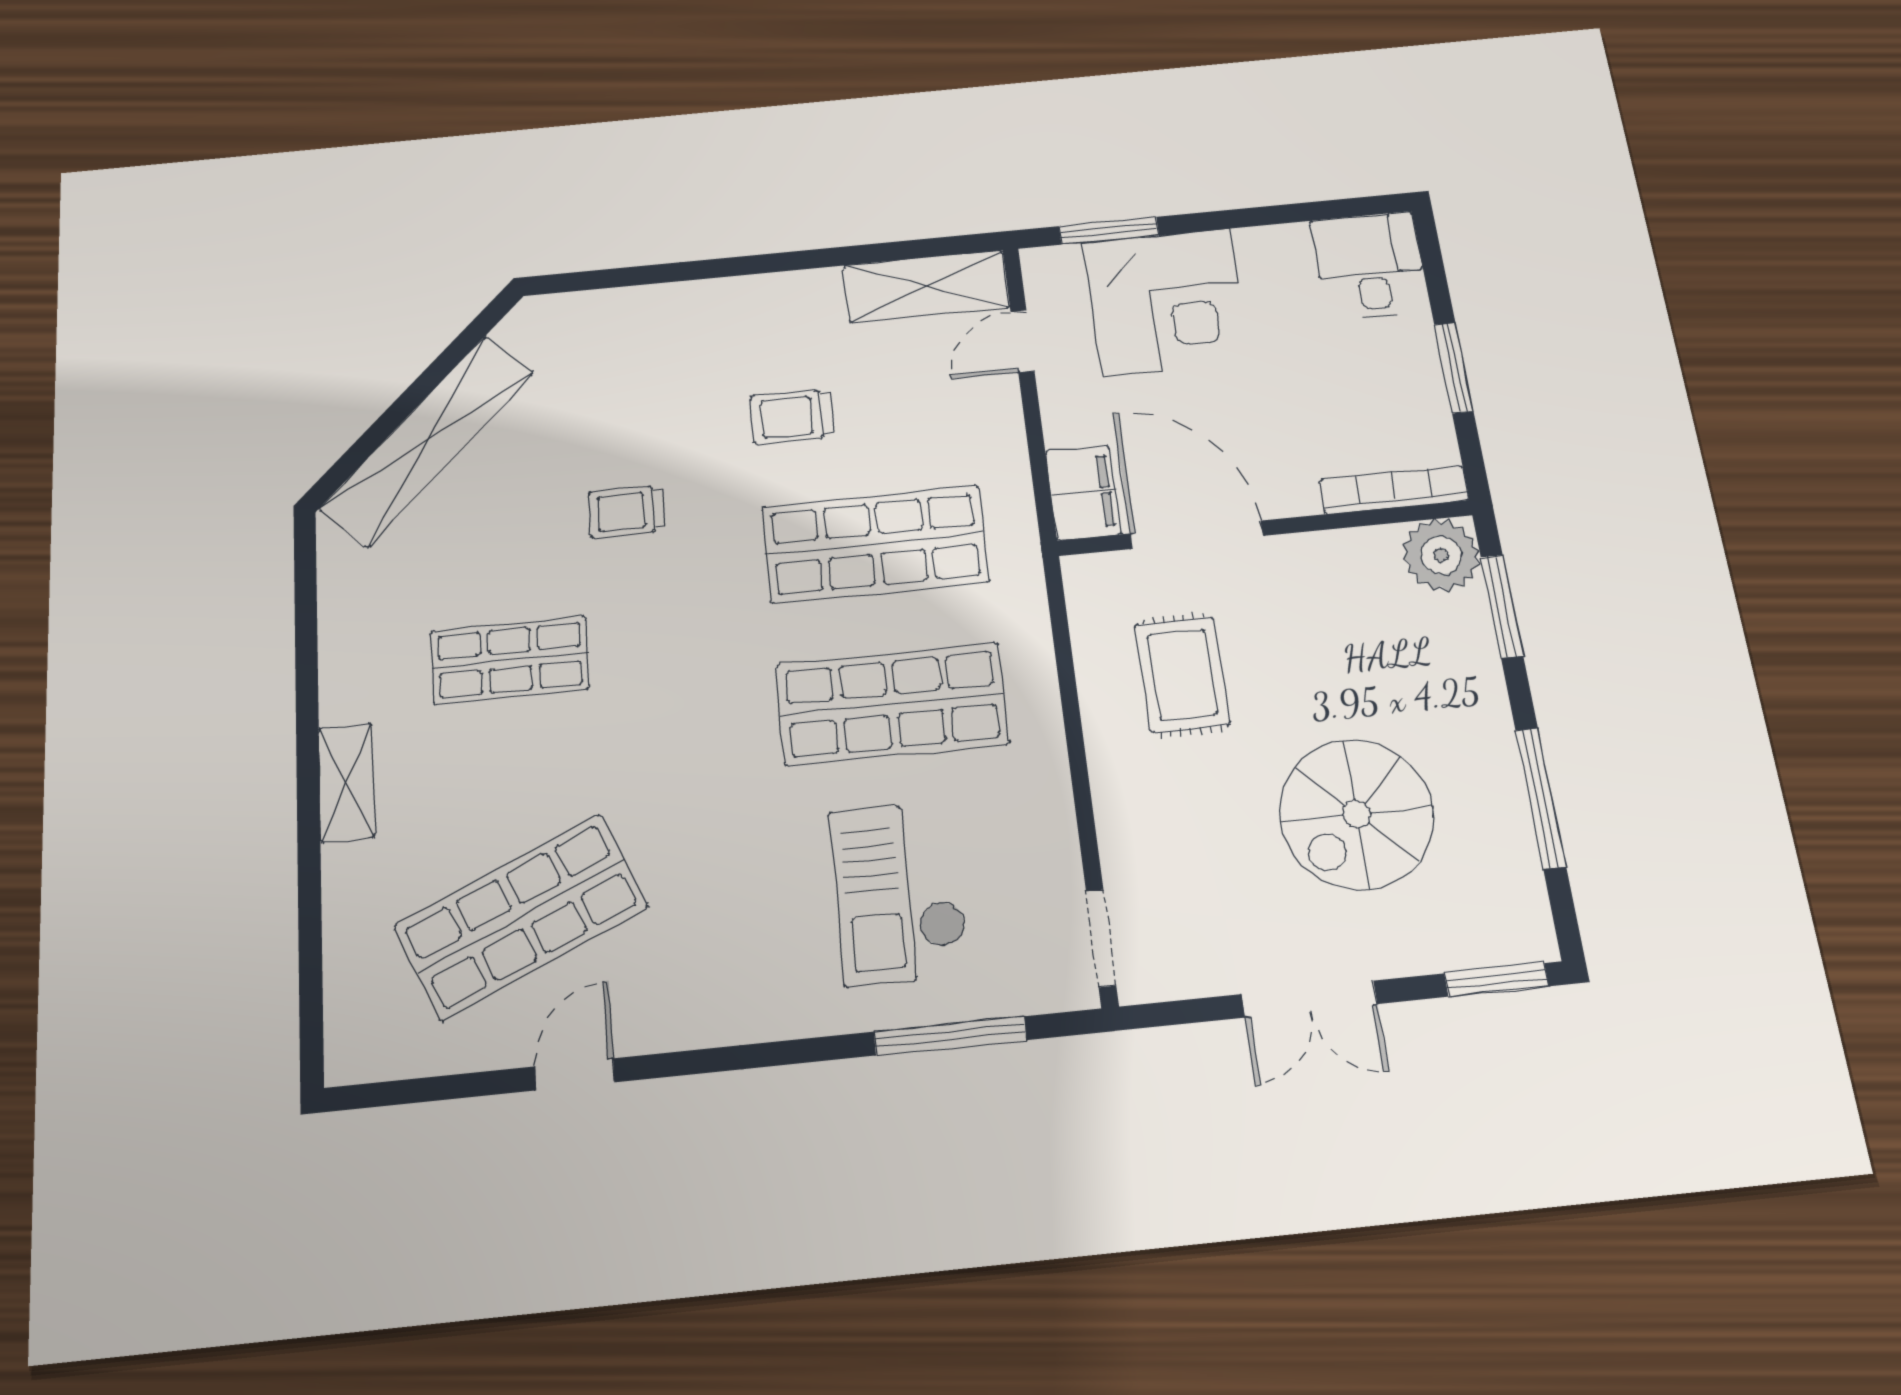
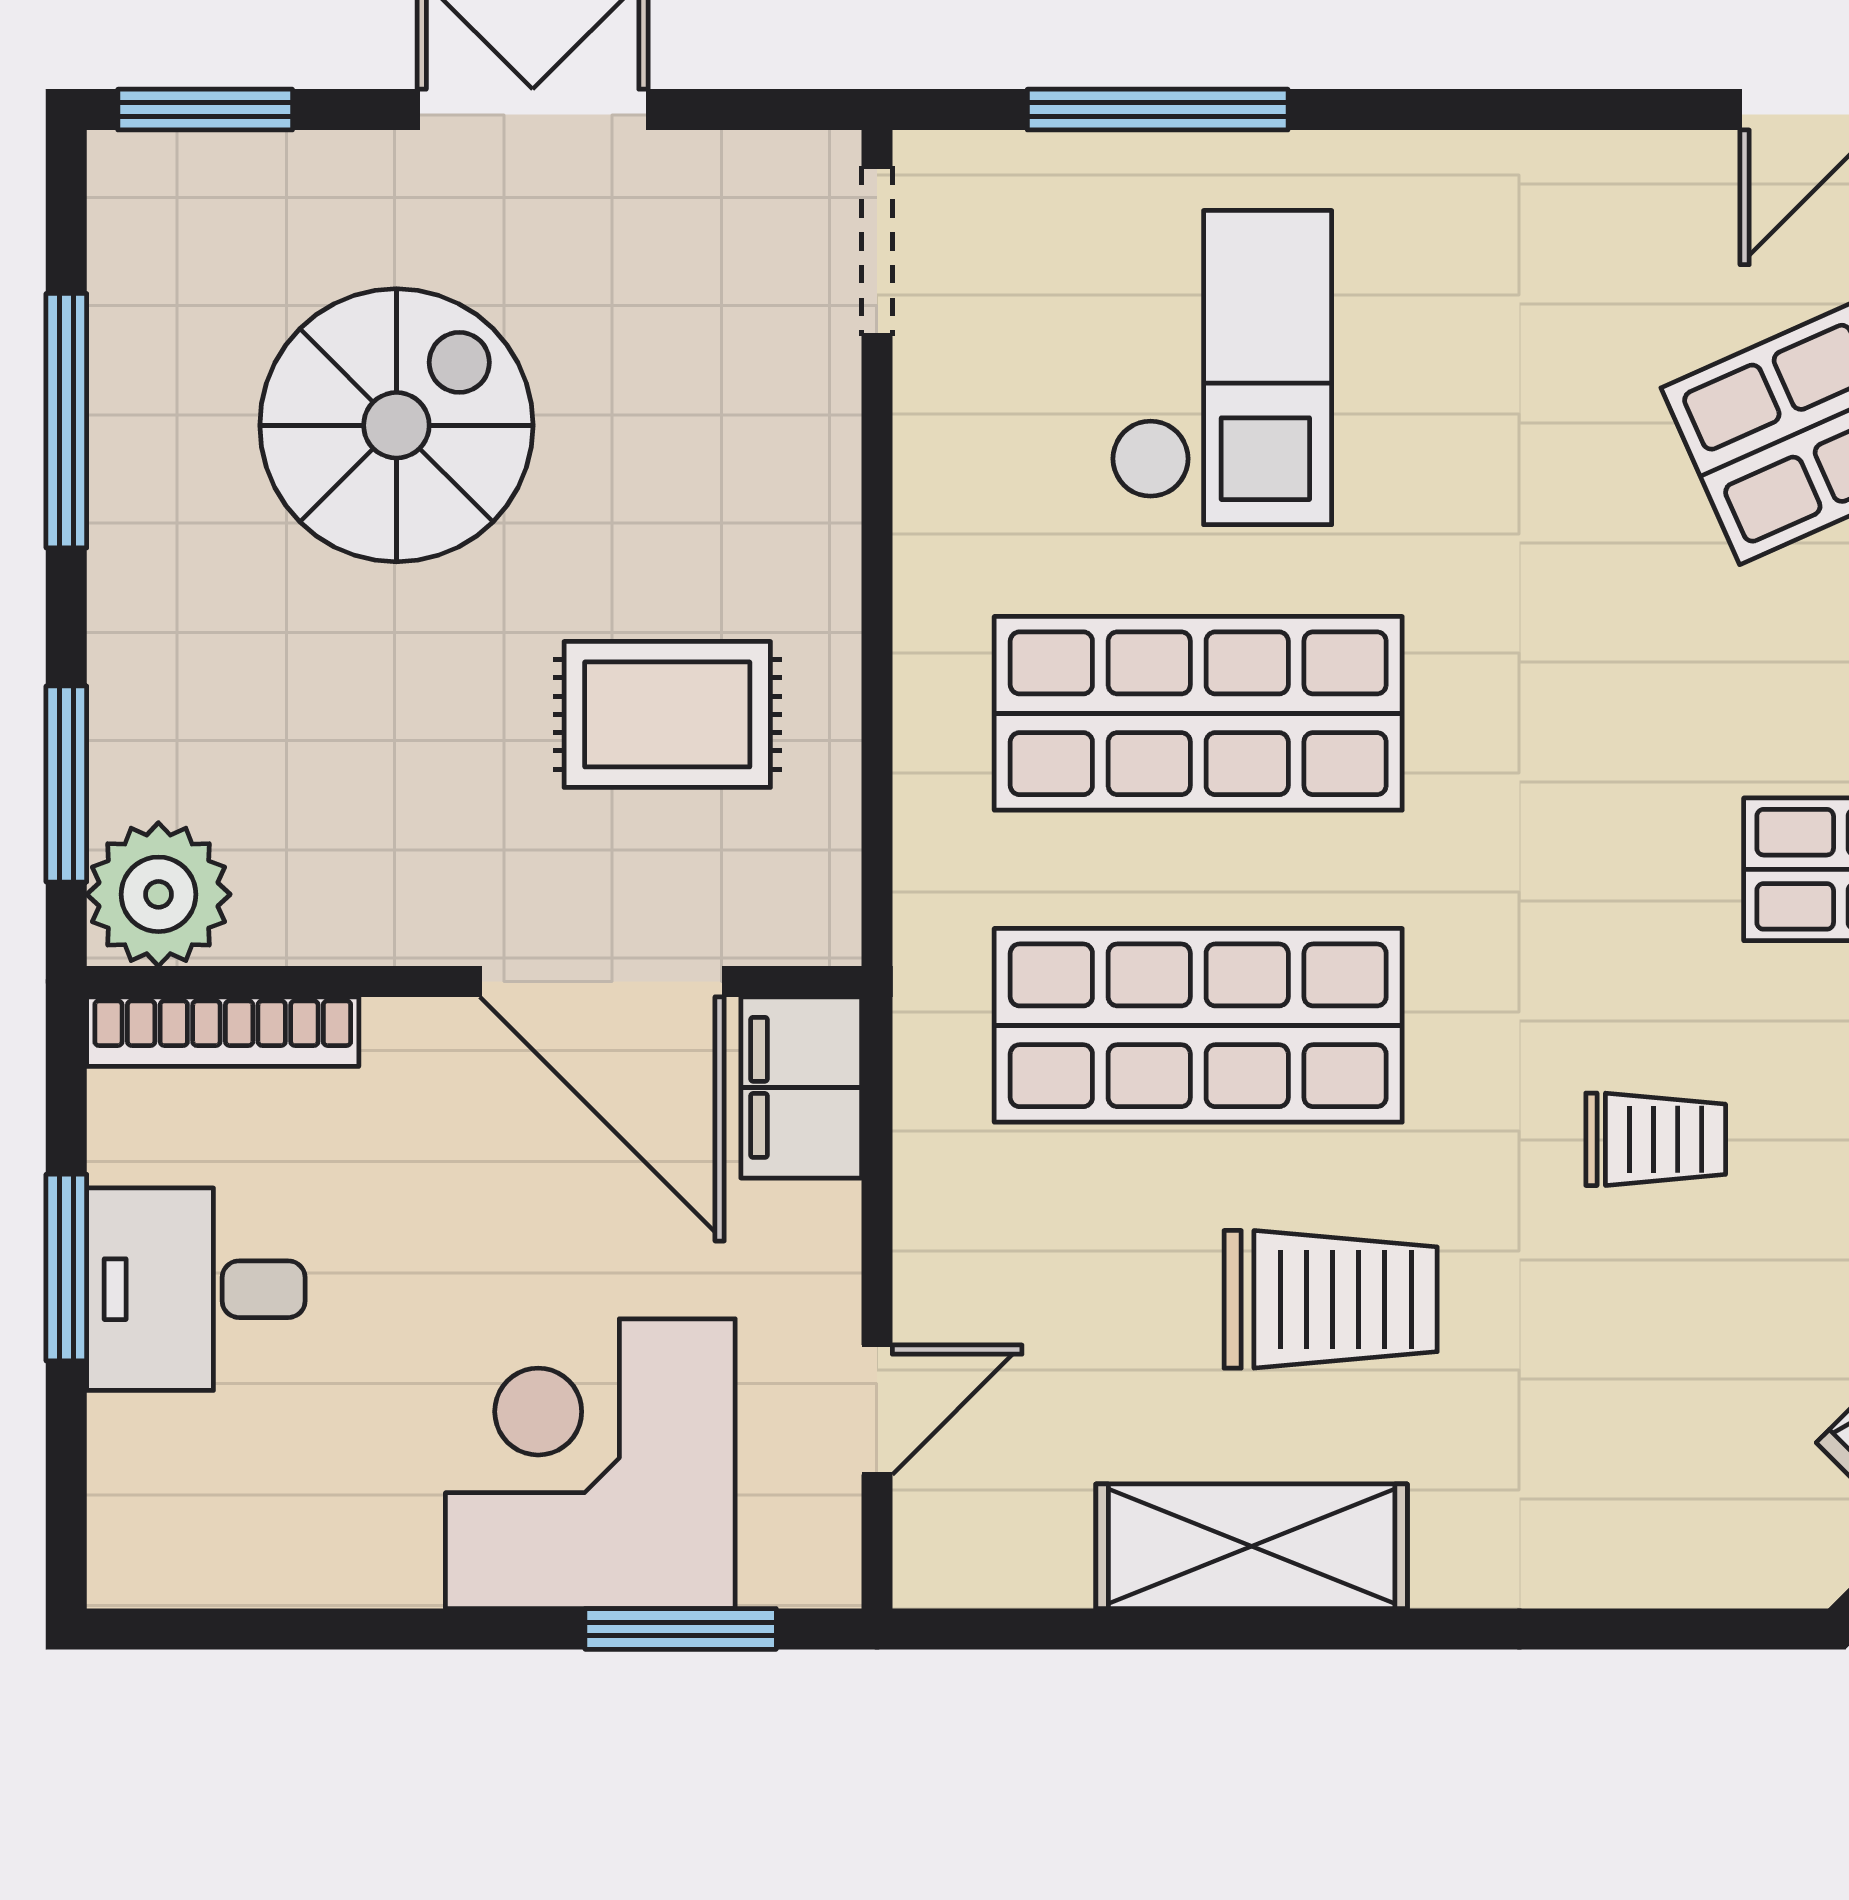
desk: (1370, 266) -> (196, 1289), moved, turned 90
shelving: (926, 286) -> (1252, 1546), moved
trolley: (792, 417) -> (1331, 1299), width x1.36, depth x1.39
rug: (1182, 675) -> (667, 714), turned 90

